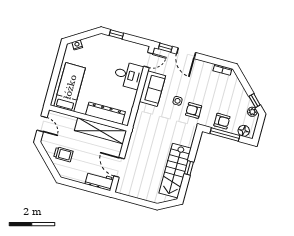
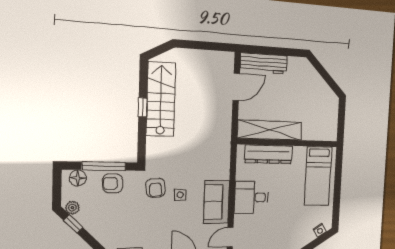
desk: (128, 75) -> (251, 197), moved
armchair: (194, 110) -> (156, 188), turned 85
door: (42, 124) -> (341, 121), removed
trolley: (63, 154) -> (309, 88), removed
door: (119, 167) -> (236, 87), hinge flipped
workbench: (99, 181) -> (264, 63), width x1.38

